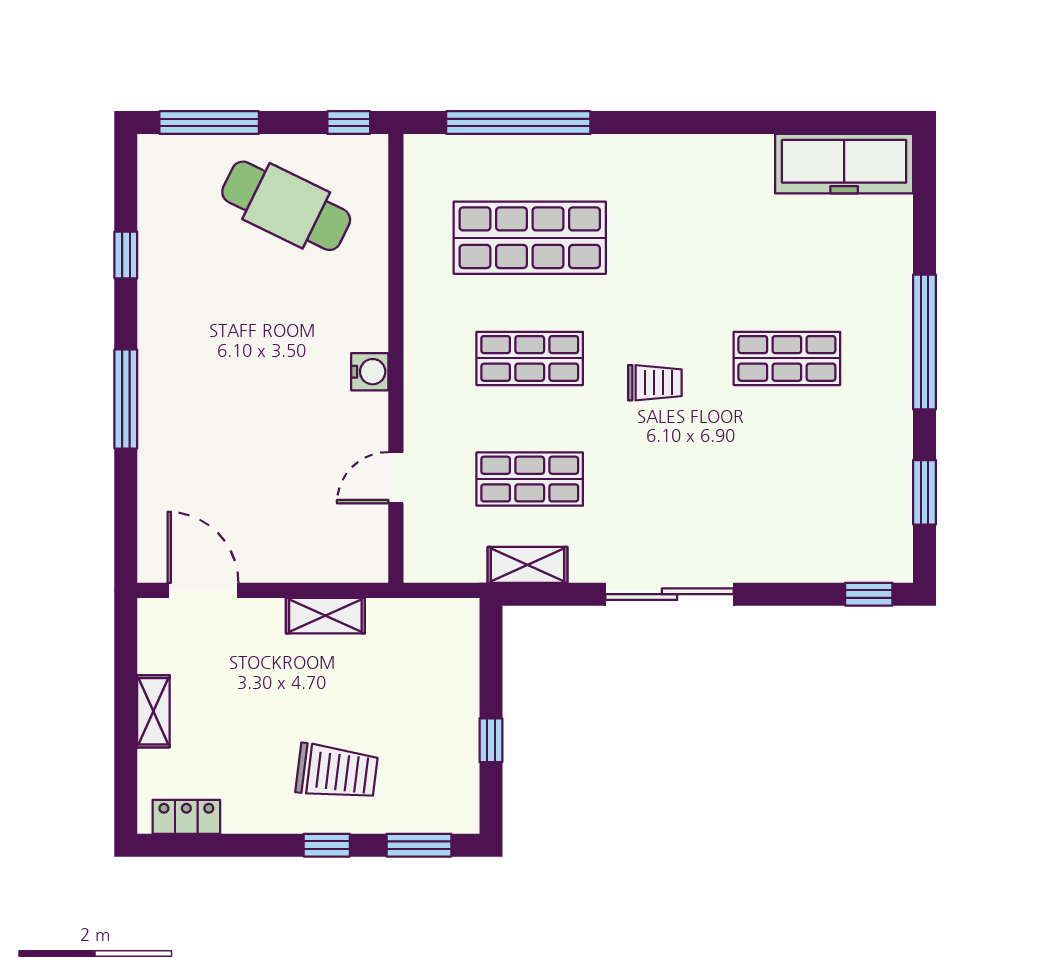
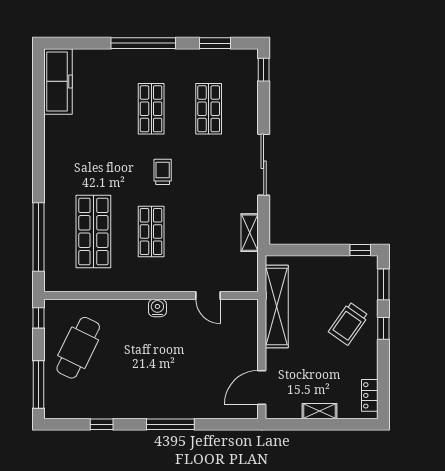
shop shelf: (530, 479) -> (209, 109), moved
shelving: (325, 616) -> (277, 306), width x2.20, depth x1.33
window: (491, 740) -> (360, 250), moved
trolley: (337, 772) -> (348, 324), turned -152

